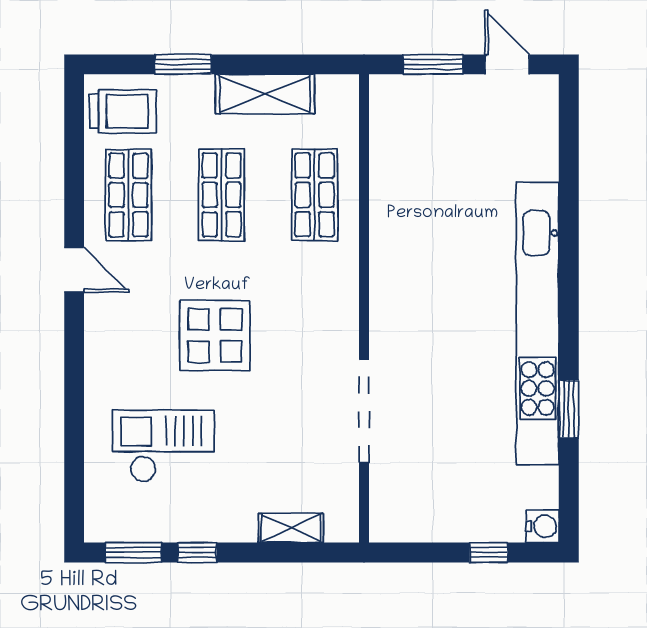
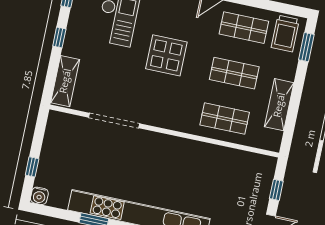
window: (183, 64) -> (306, 47), moved
window: (433, 64) -> (276, 190), width x0.67
shelving: (291, 528) -> (65, 81), width x1.50, depth x1.33
window: (197, 552) -> (59, 37), moved

